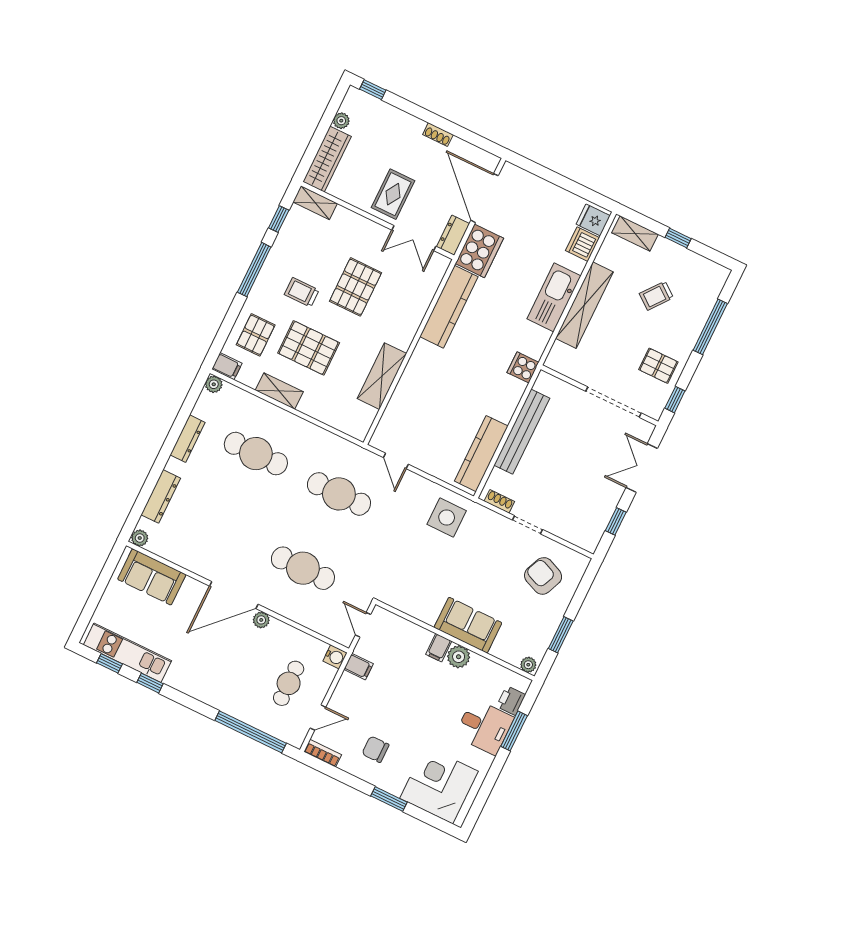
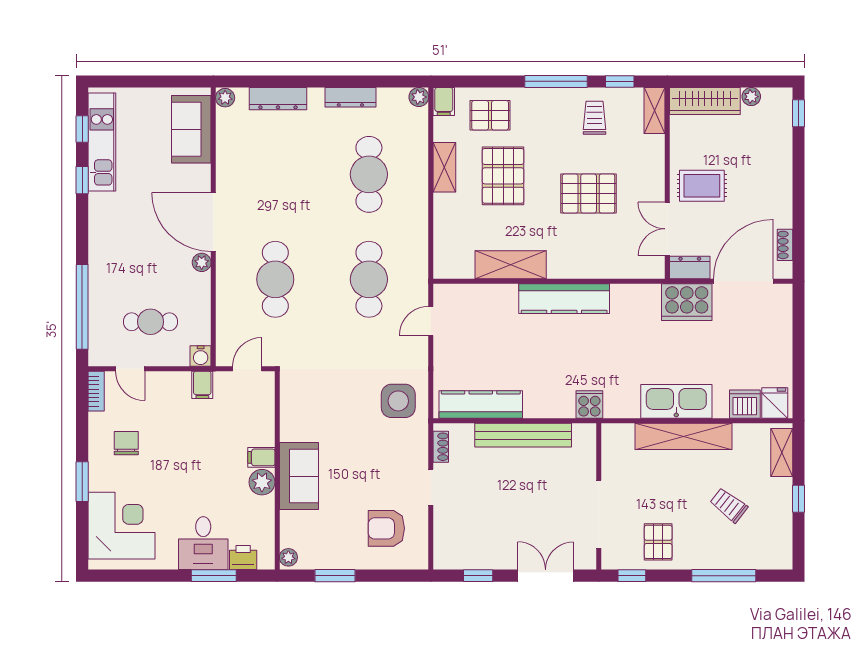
shoe rack: (438, 135) -> (785, 245), moved
trolley: (302, 292) -> (595, 118), moved
kitchen counter: (449, 307) -> (564, 299), moved
armchair: (543, 576) -> (386, 528), turned -113

